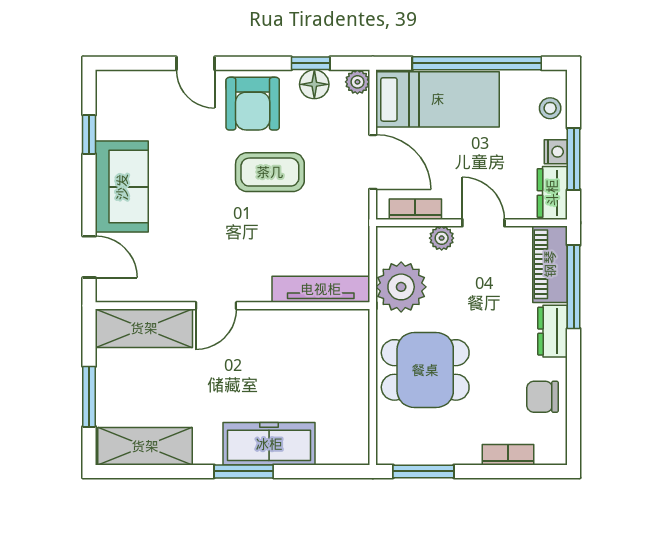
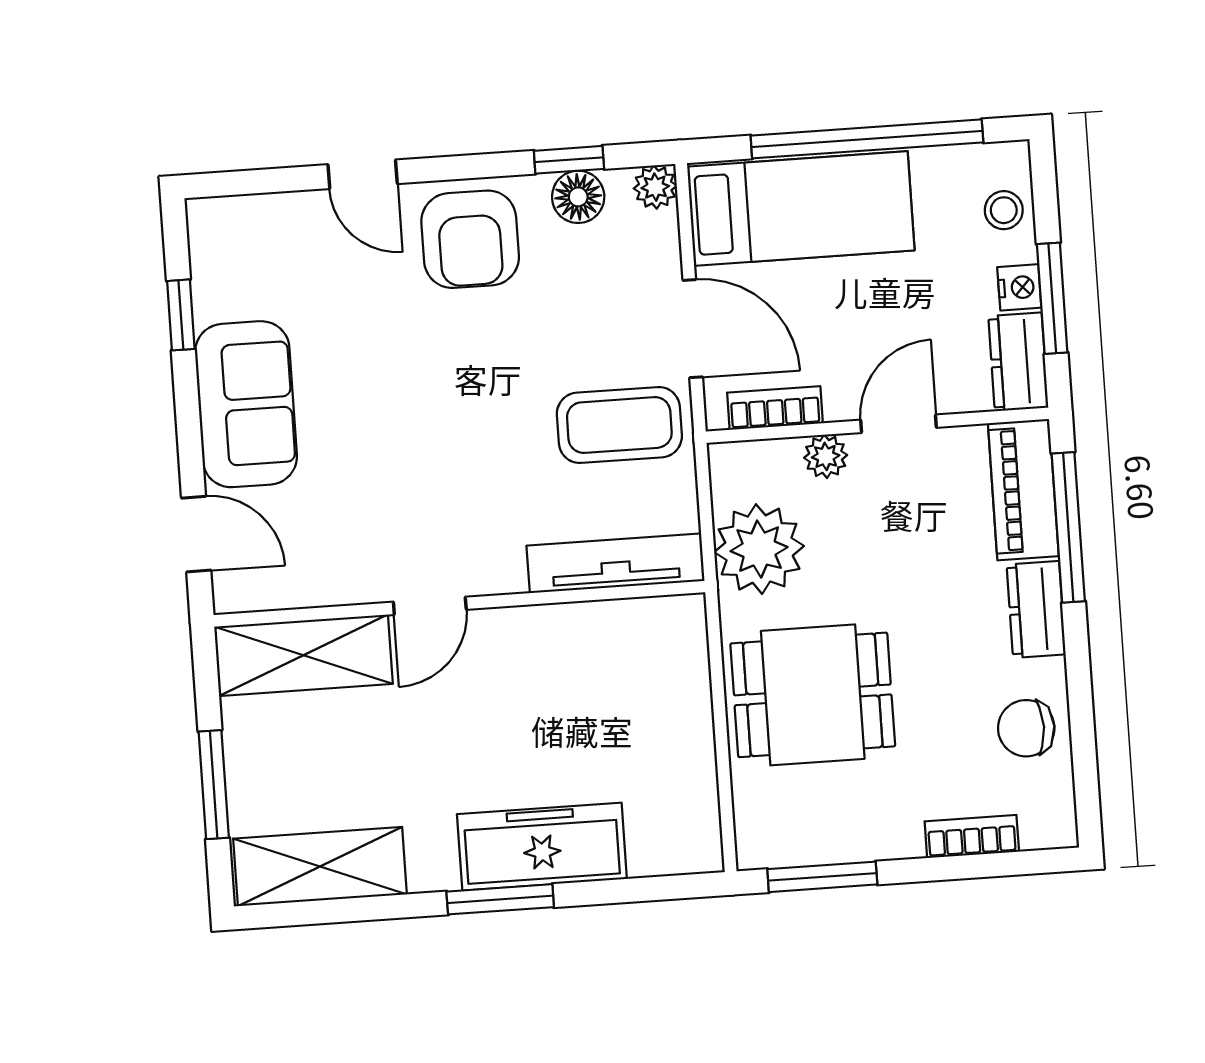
coffee table: (270, 172) -> (619, 425), moved
door: (483, 223) -> (899, 424), hinge flipped

